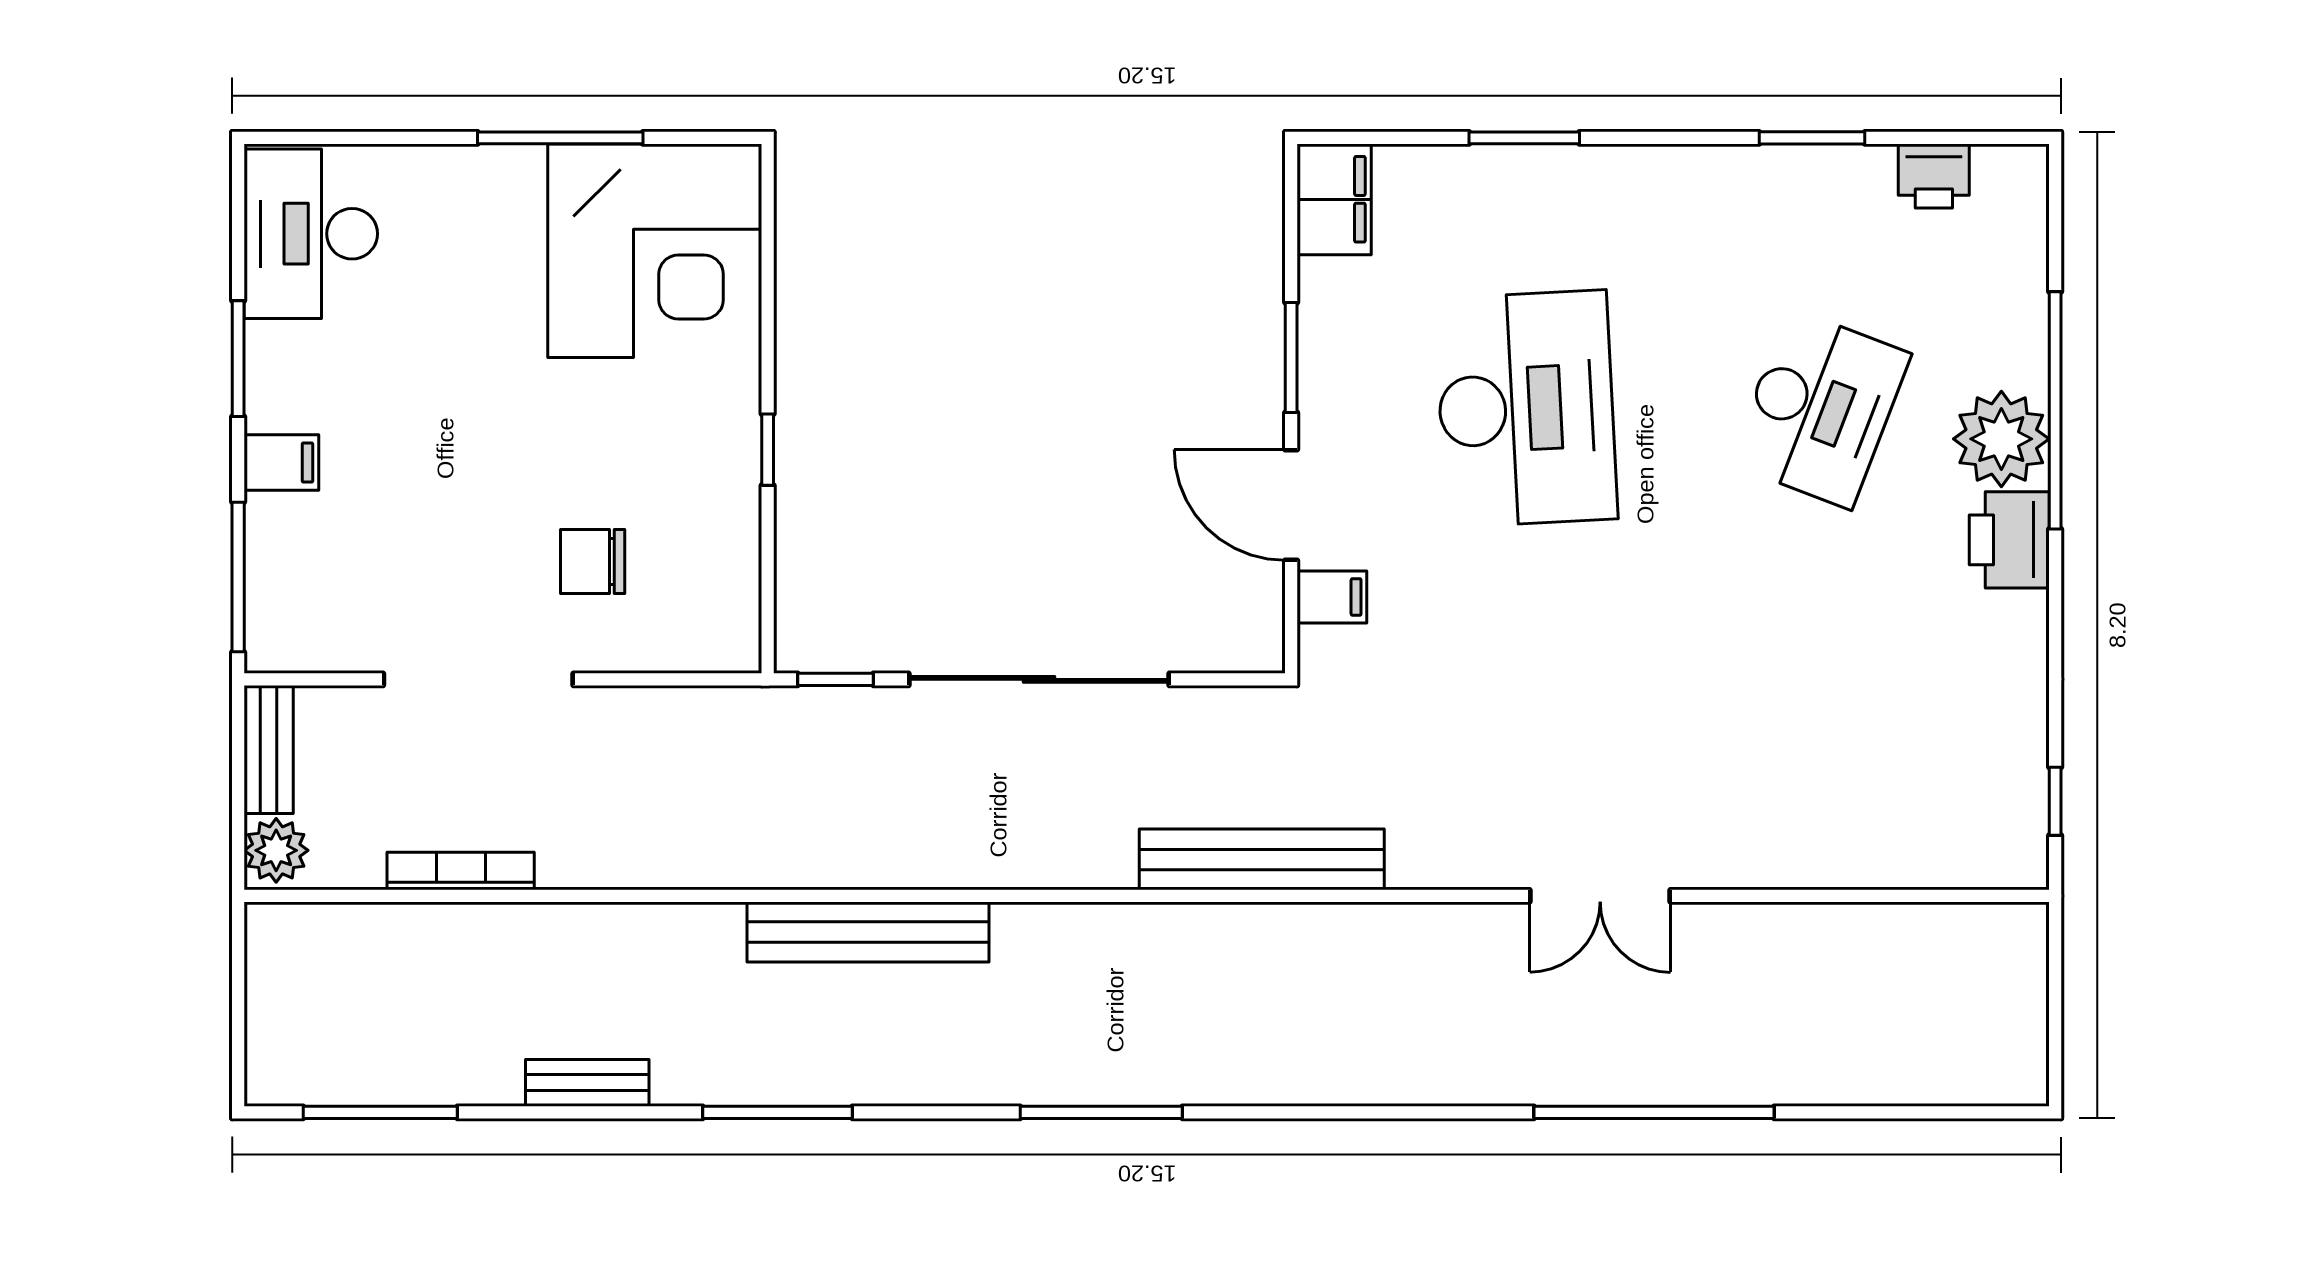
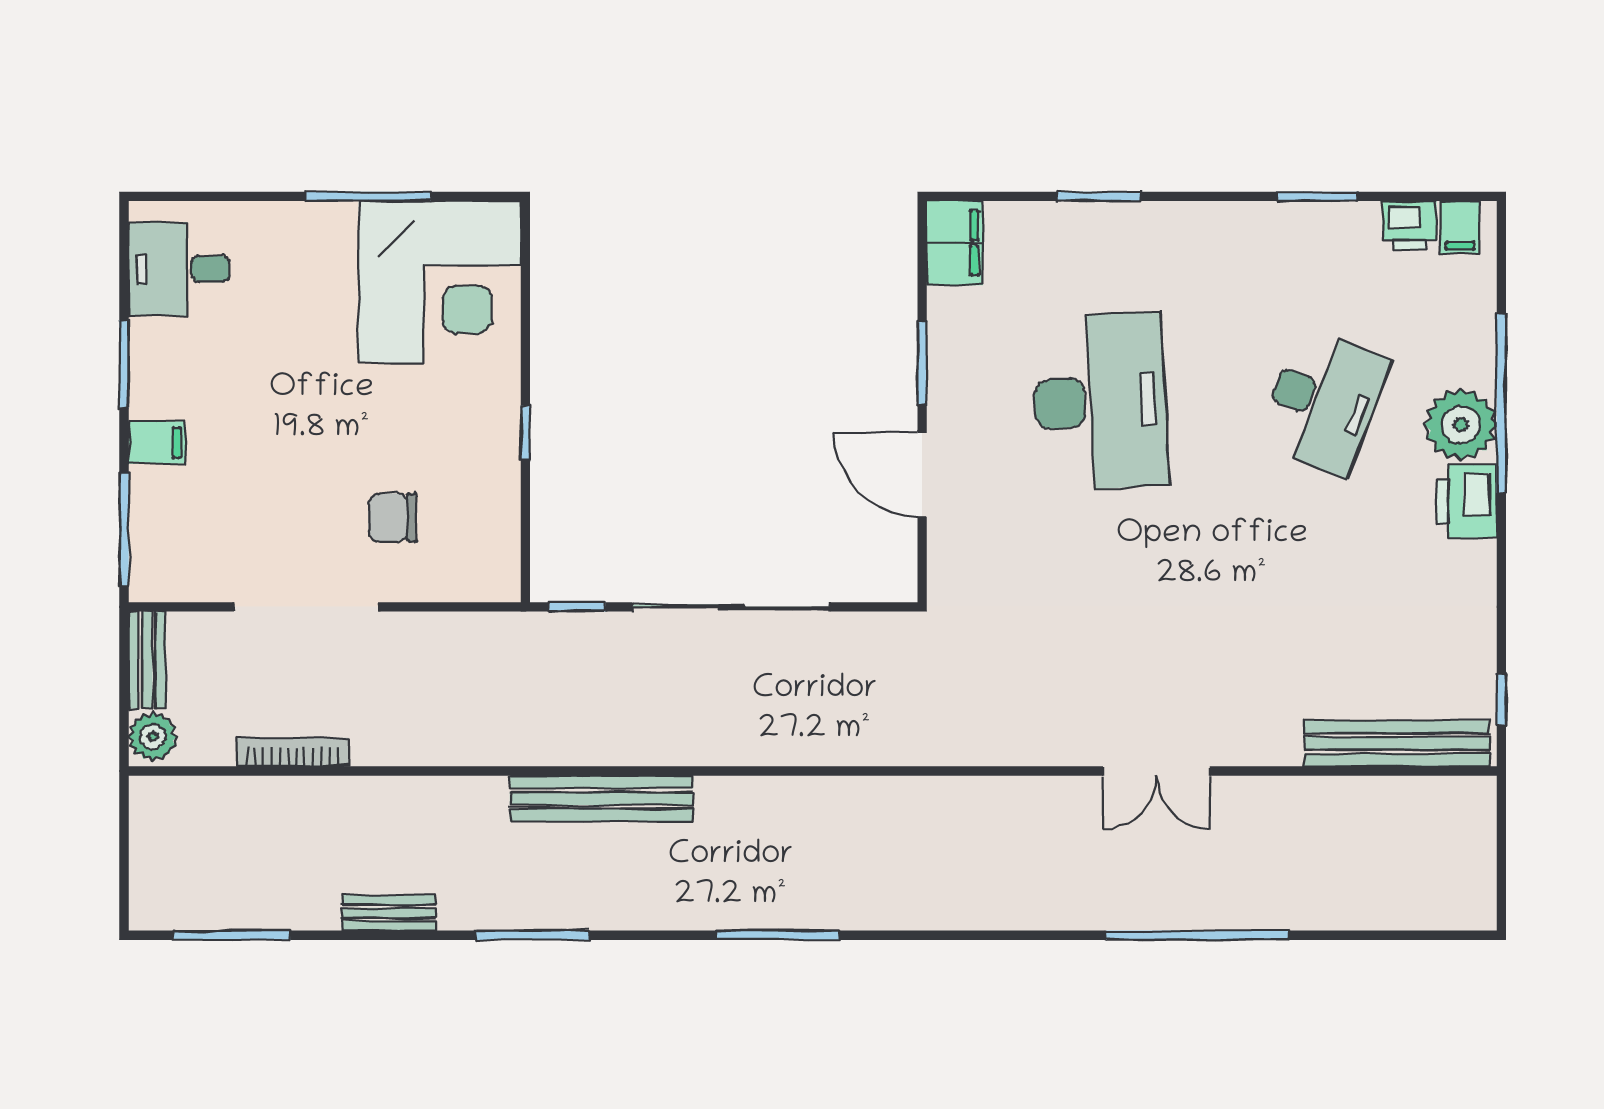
desk: (311, 234) -> (179, 269), width x0.73
filing cabinet: (1332, 597) -> (1460, 227), moved, turned 90
bench: (1262, 859) -> (1397, 743), moved

